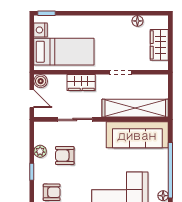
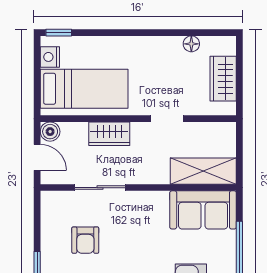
shelving: (135, 108) -> (203, 171), width x0.68
sofa: (137, 135) -> (203, 210), width x0.73
plant: (40, 151) -> (49, 234), removed
armchair: (65, 156) -> (85, 240), turned -90

